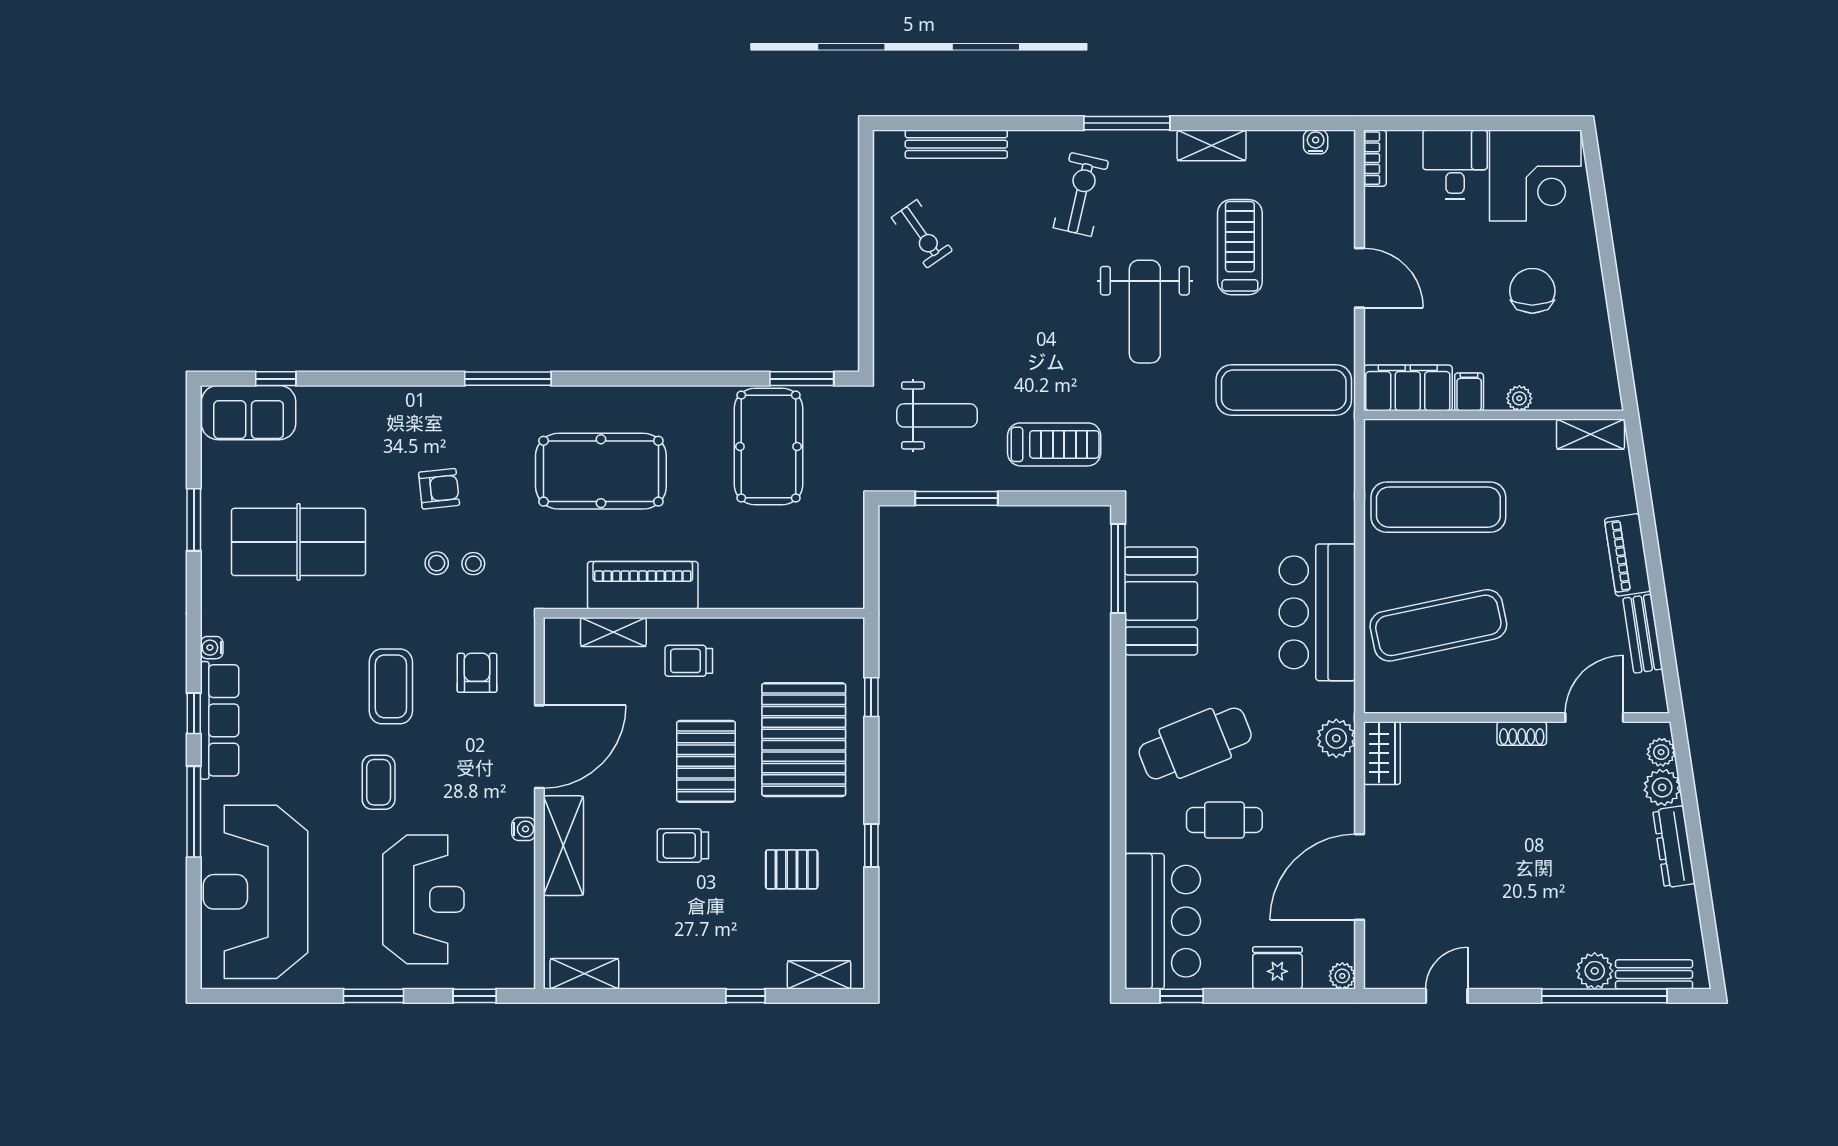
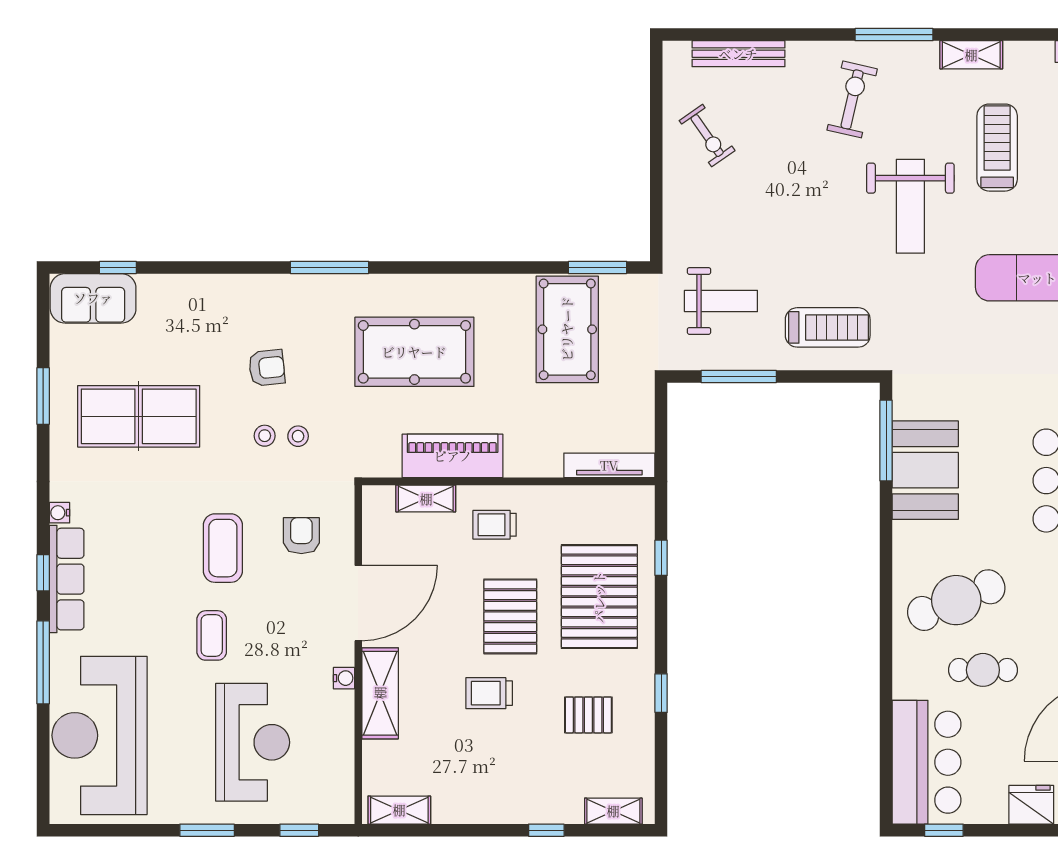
tv unit: (815, 596) -> (609, 465), added

